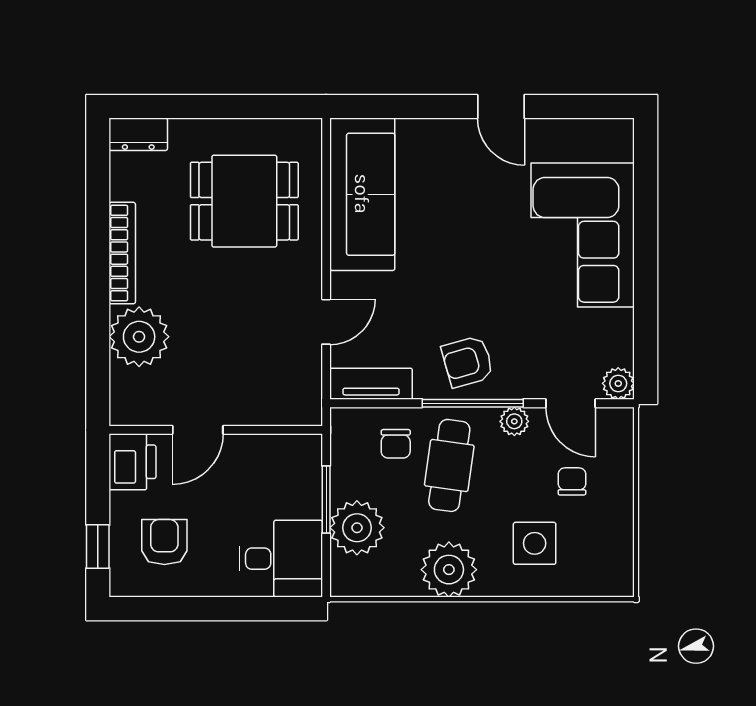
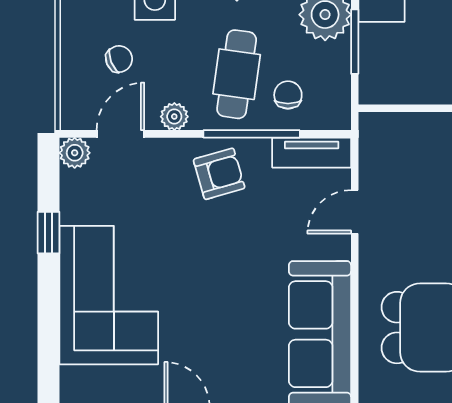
window: (646, 300) -> (48, 233), added
window: (473, 403) -> (252, 134), moved
door: (571, 403) -> (120, 134), hinge flipped
chair: (572, 481) -> (119, 59), turned -112

